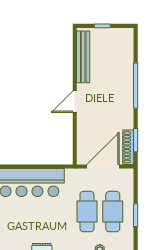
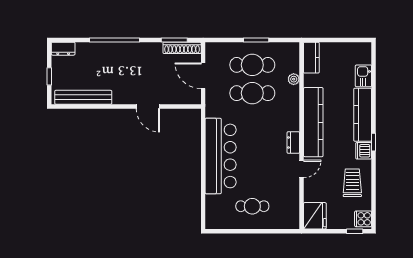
dresser: (128, 39) -> (63, 49), added
door: (75, 102) -> (148, 106), moved
door: (103, 167) -> (203, 76), width x0.73

